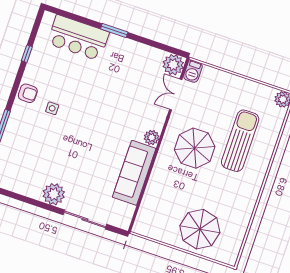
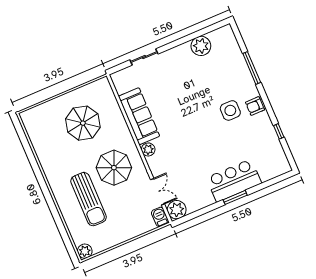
bar counter: (78, 38) -> (234, 180), moved
side table: (52, 108) -> (230, 110), width x1.87, depth x1.87
plant: (54, 194) -> (201, 46), moved
sliding door: (85, 219) -> (144, 57), width x0.73
parasol: (200, 229) -> (83, 123), moved

